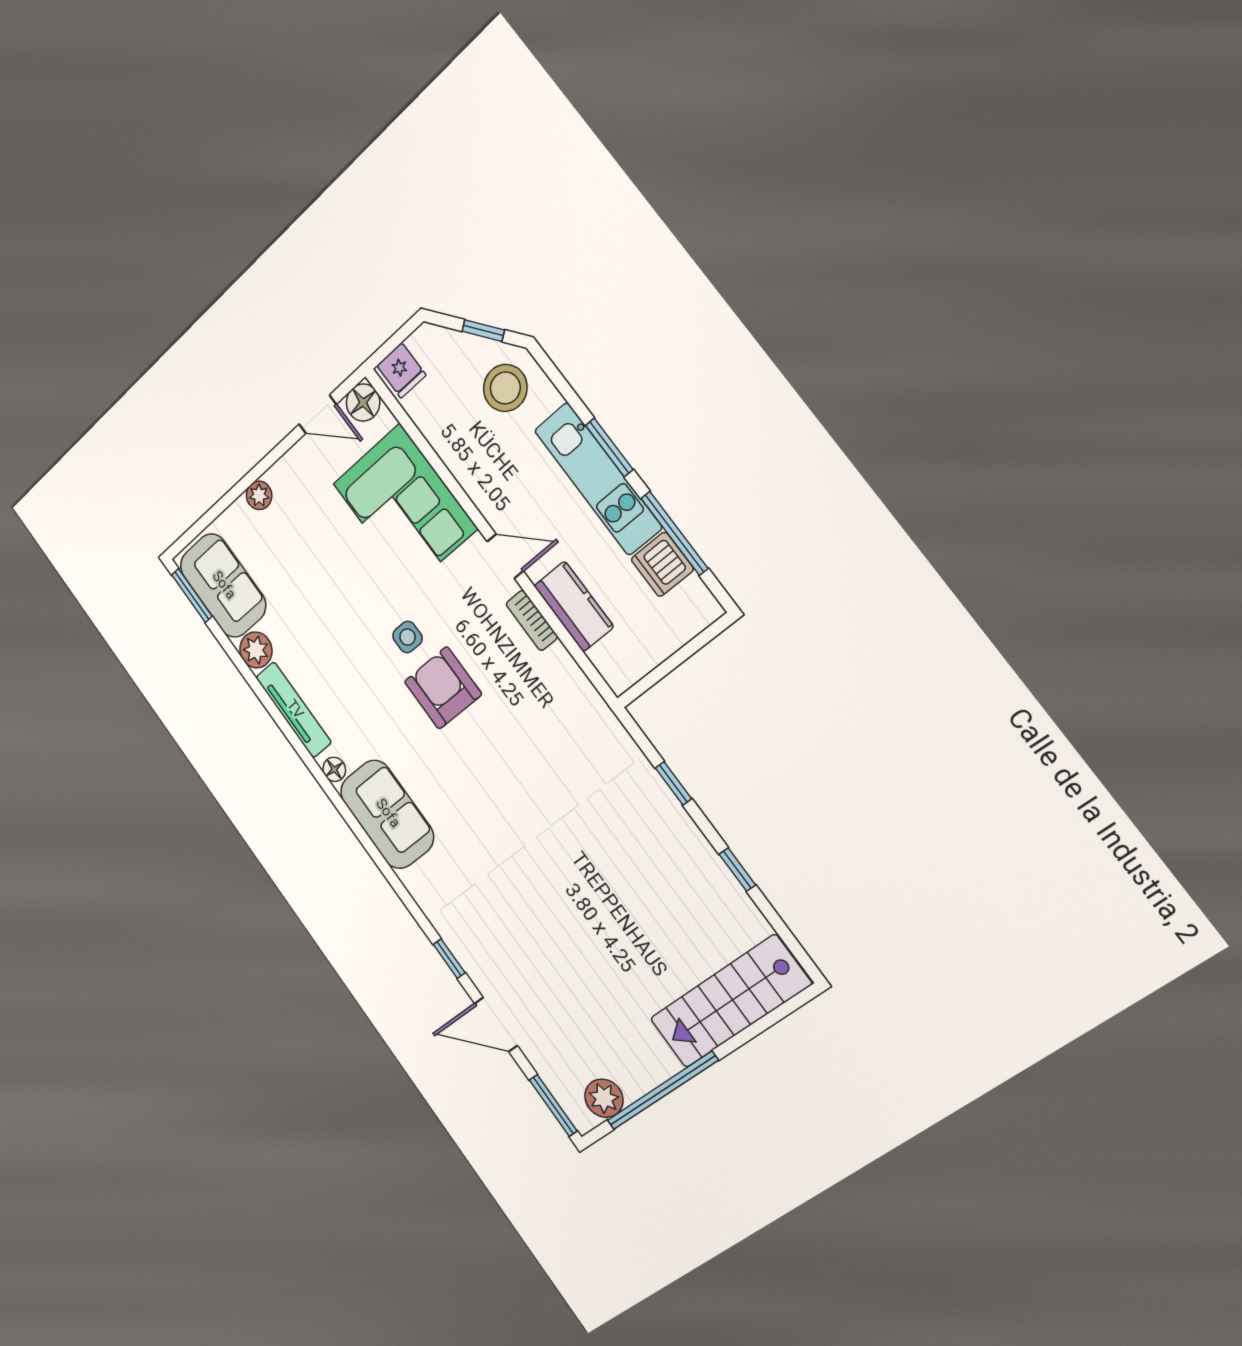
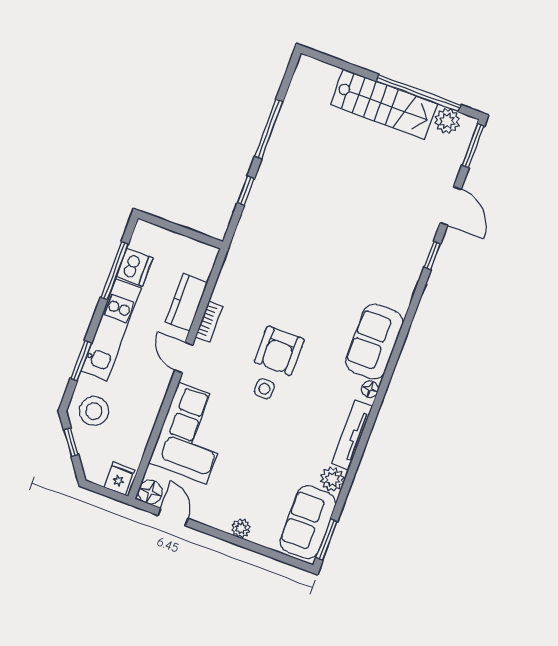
window: (609, 447) -> (81, 361), moved
window: (737, 870) -> (269, 129), width x2.17
stairs: (730, 1002) -> (384, 104), moved

